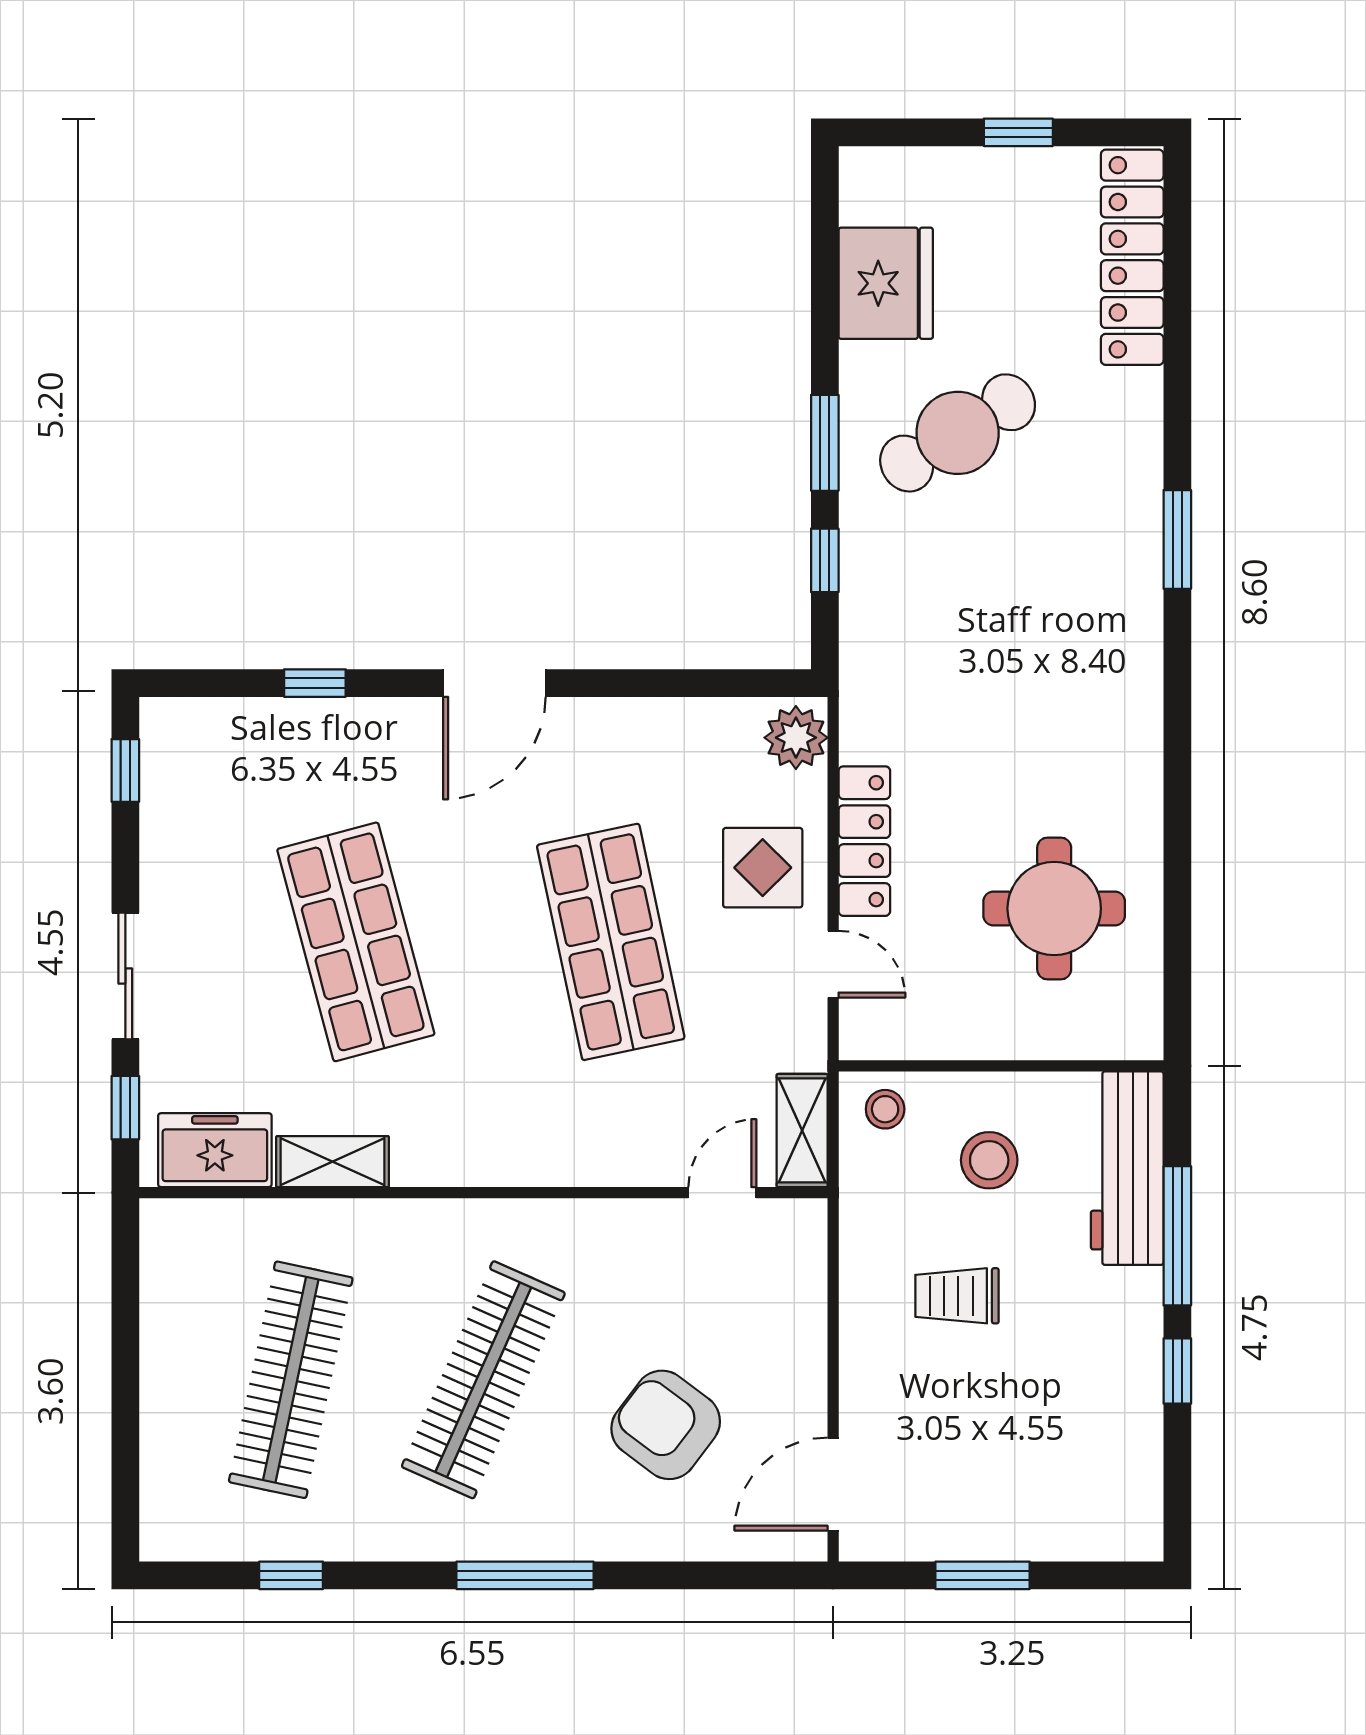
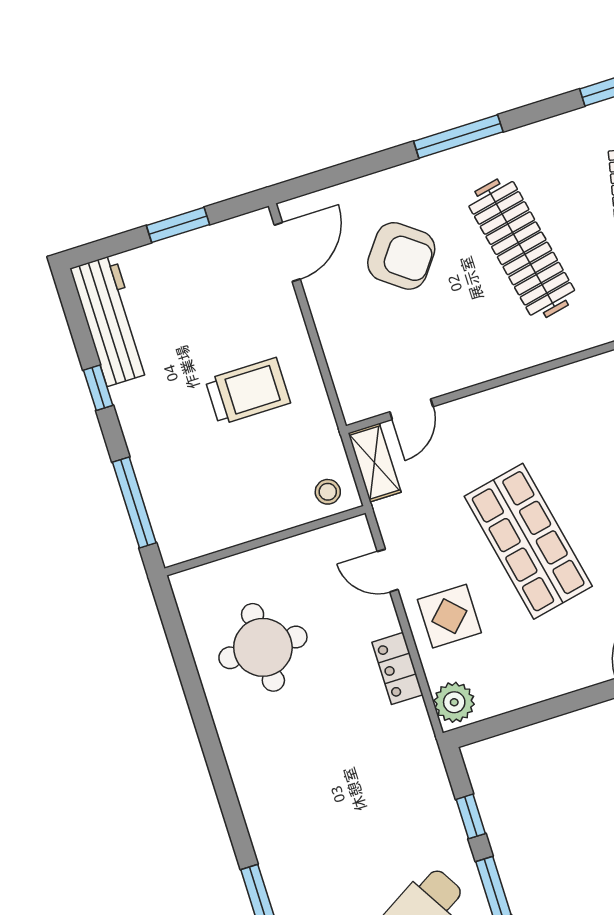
locker: (864, 841) -> (397, 668), width x0.66
stool: (989, 1160) -> (254, 481), removed
workbench: (1127, 1168) -> (111, 321), moved
window: (1177, 1236) -> (134, 502), moved
trolley: (957, 1296) -> (248, 391), width x1.36, depth x1.39
clothes rail: (483, 1380) -> (522, 248), turned -36

